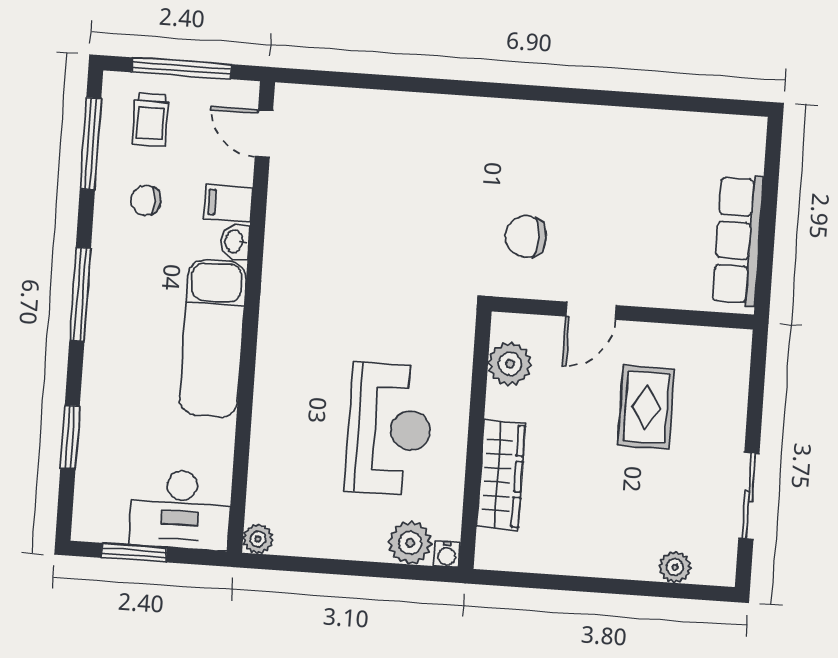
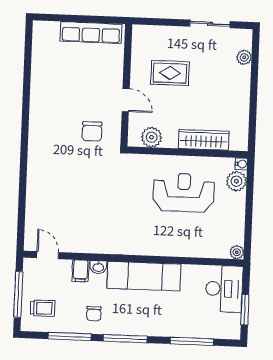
door: (264, 134) -> (48, 255), swing flipped
window: (91, 144) -> (70, 336), moved
chair: (146, 201) -> (94, 314), moved
window: (70, 437) -> (192, 341), width x1.44

